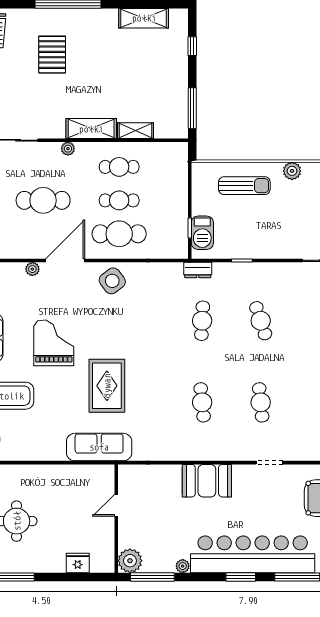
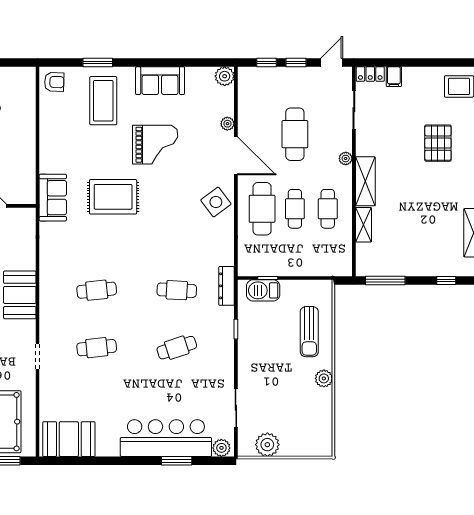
pallet: (52, 55) -> (438, 143), turned 90
dresser: (198, 270) -> (227, 286), width x1.44
sofa: (99, 447) -> (53, 198), width x0.73

